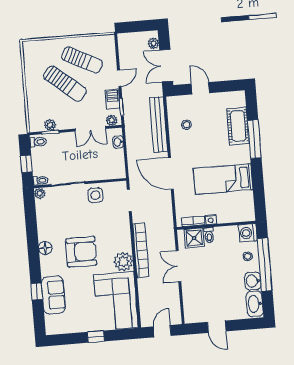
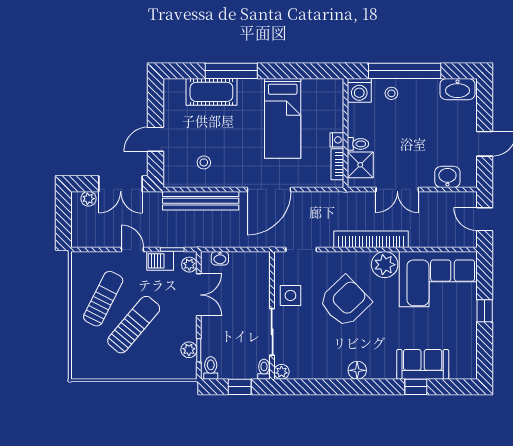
armchair: (81, 252) -> (345, 301), moved, turned 46
washbasin: (253, 281) -> (447, 177), moved, turned 180

